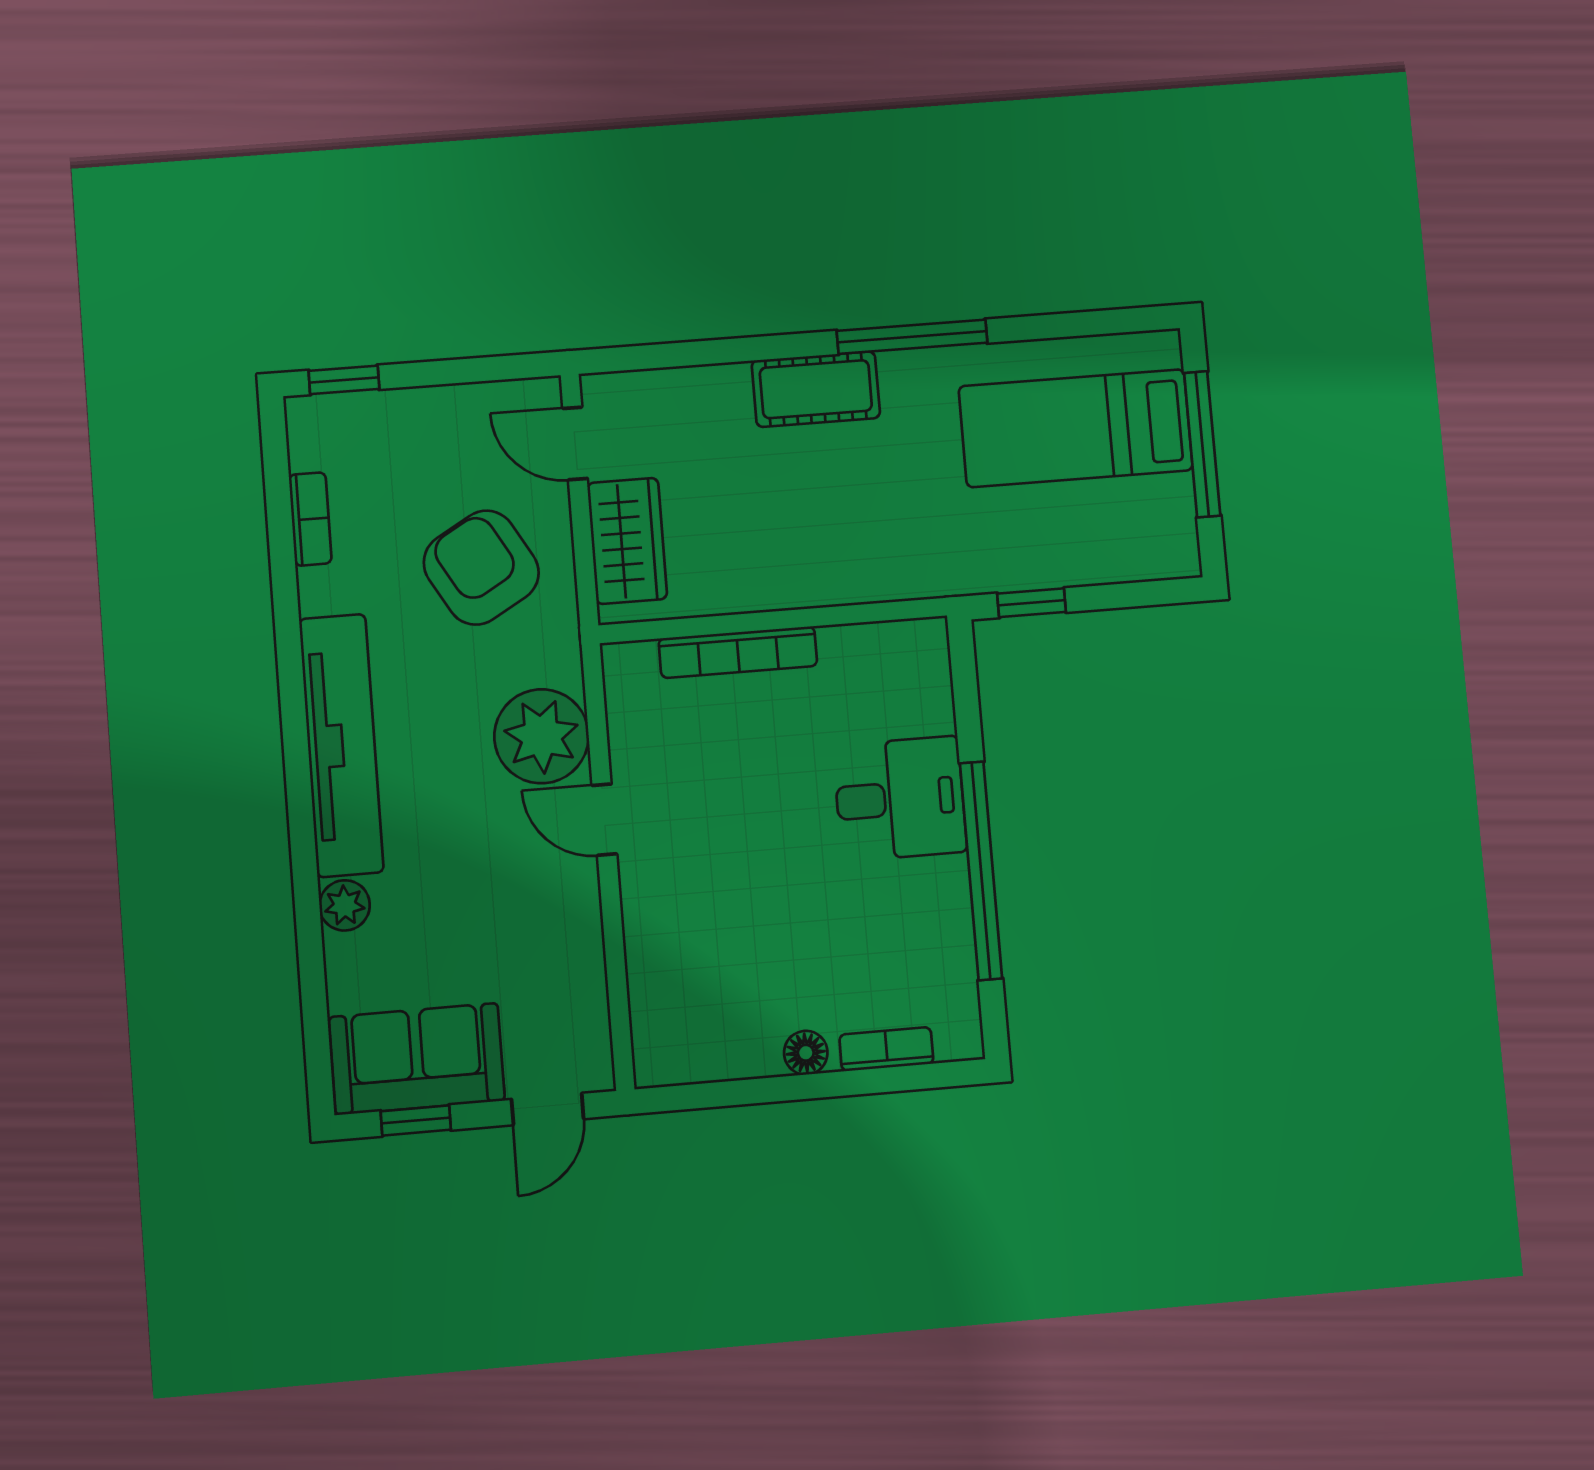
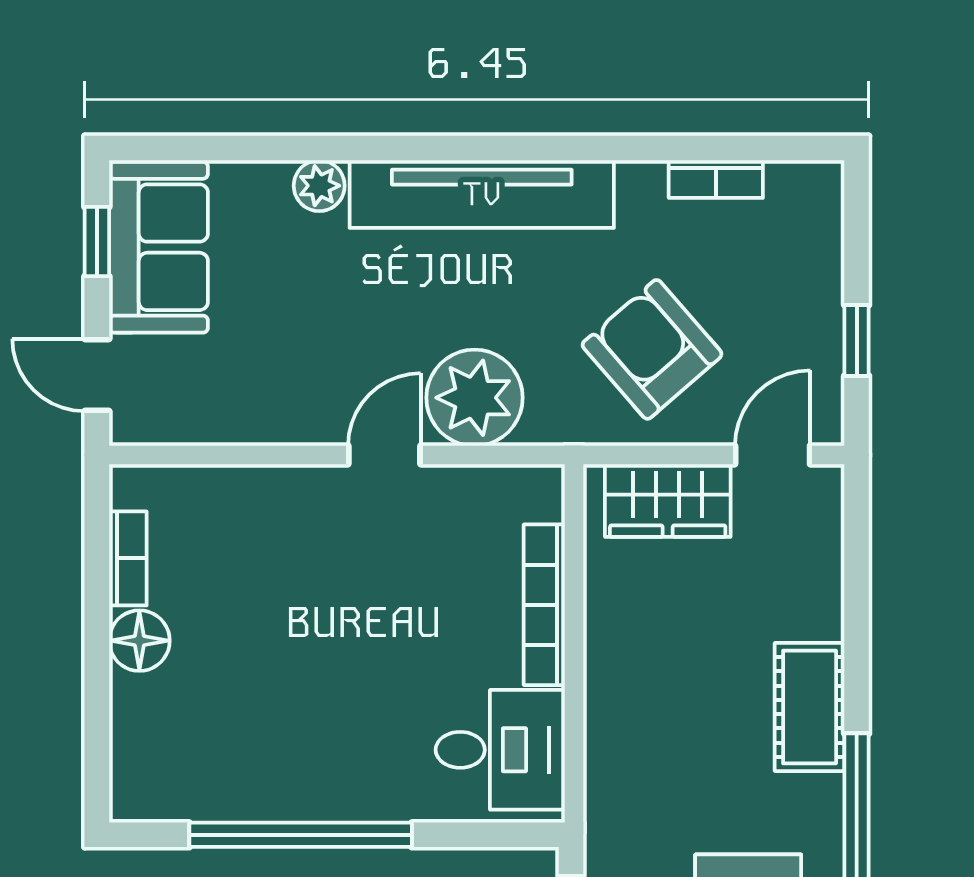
window: (344, 380) -> (857, 340), moved
armchair: (481, 568) -> (652, 349), turned -101
desk: (900, 799) -> (500, 750), moved, turned -90
bookcase: (886, 1049) -> (128, 558), moved
floor lamp: (806, 1053) -> (139, 641), width x1.37, depth x1.37

